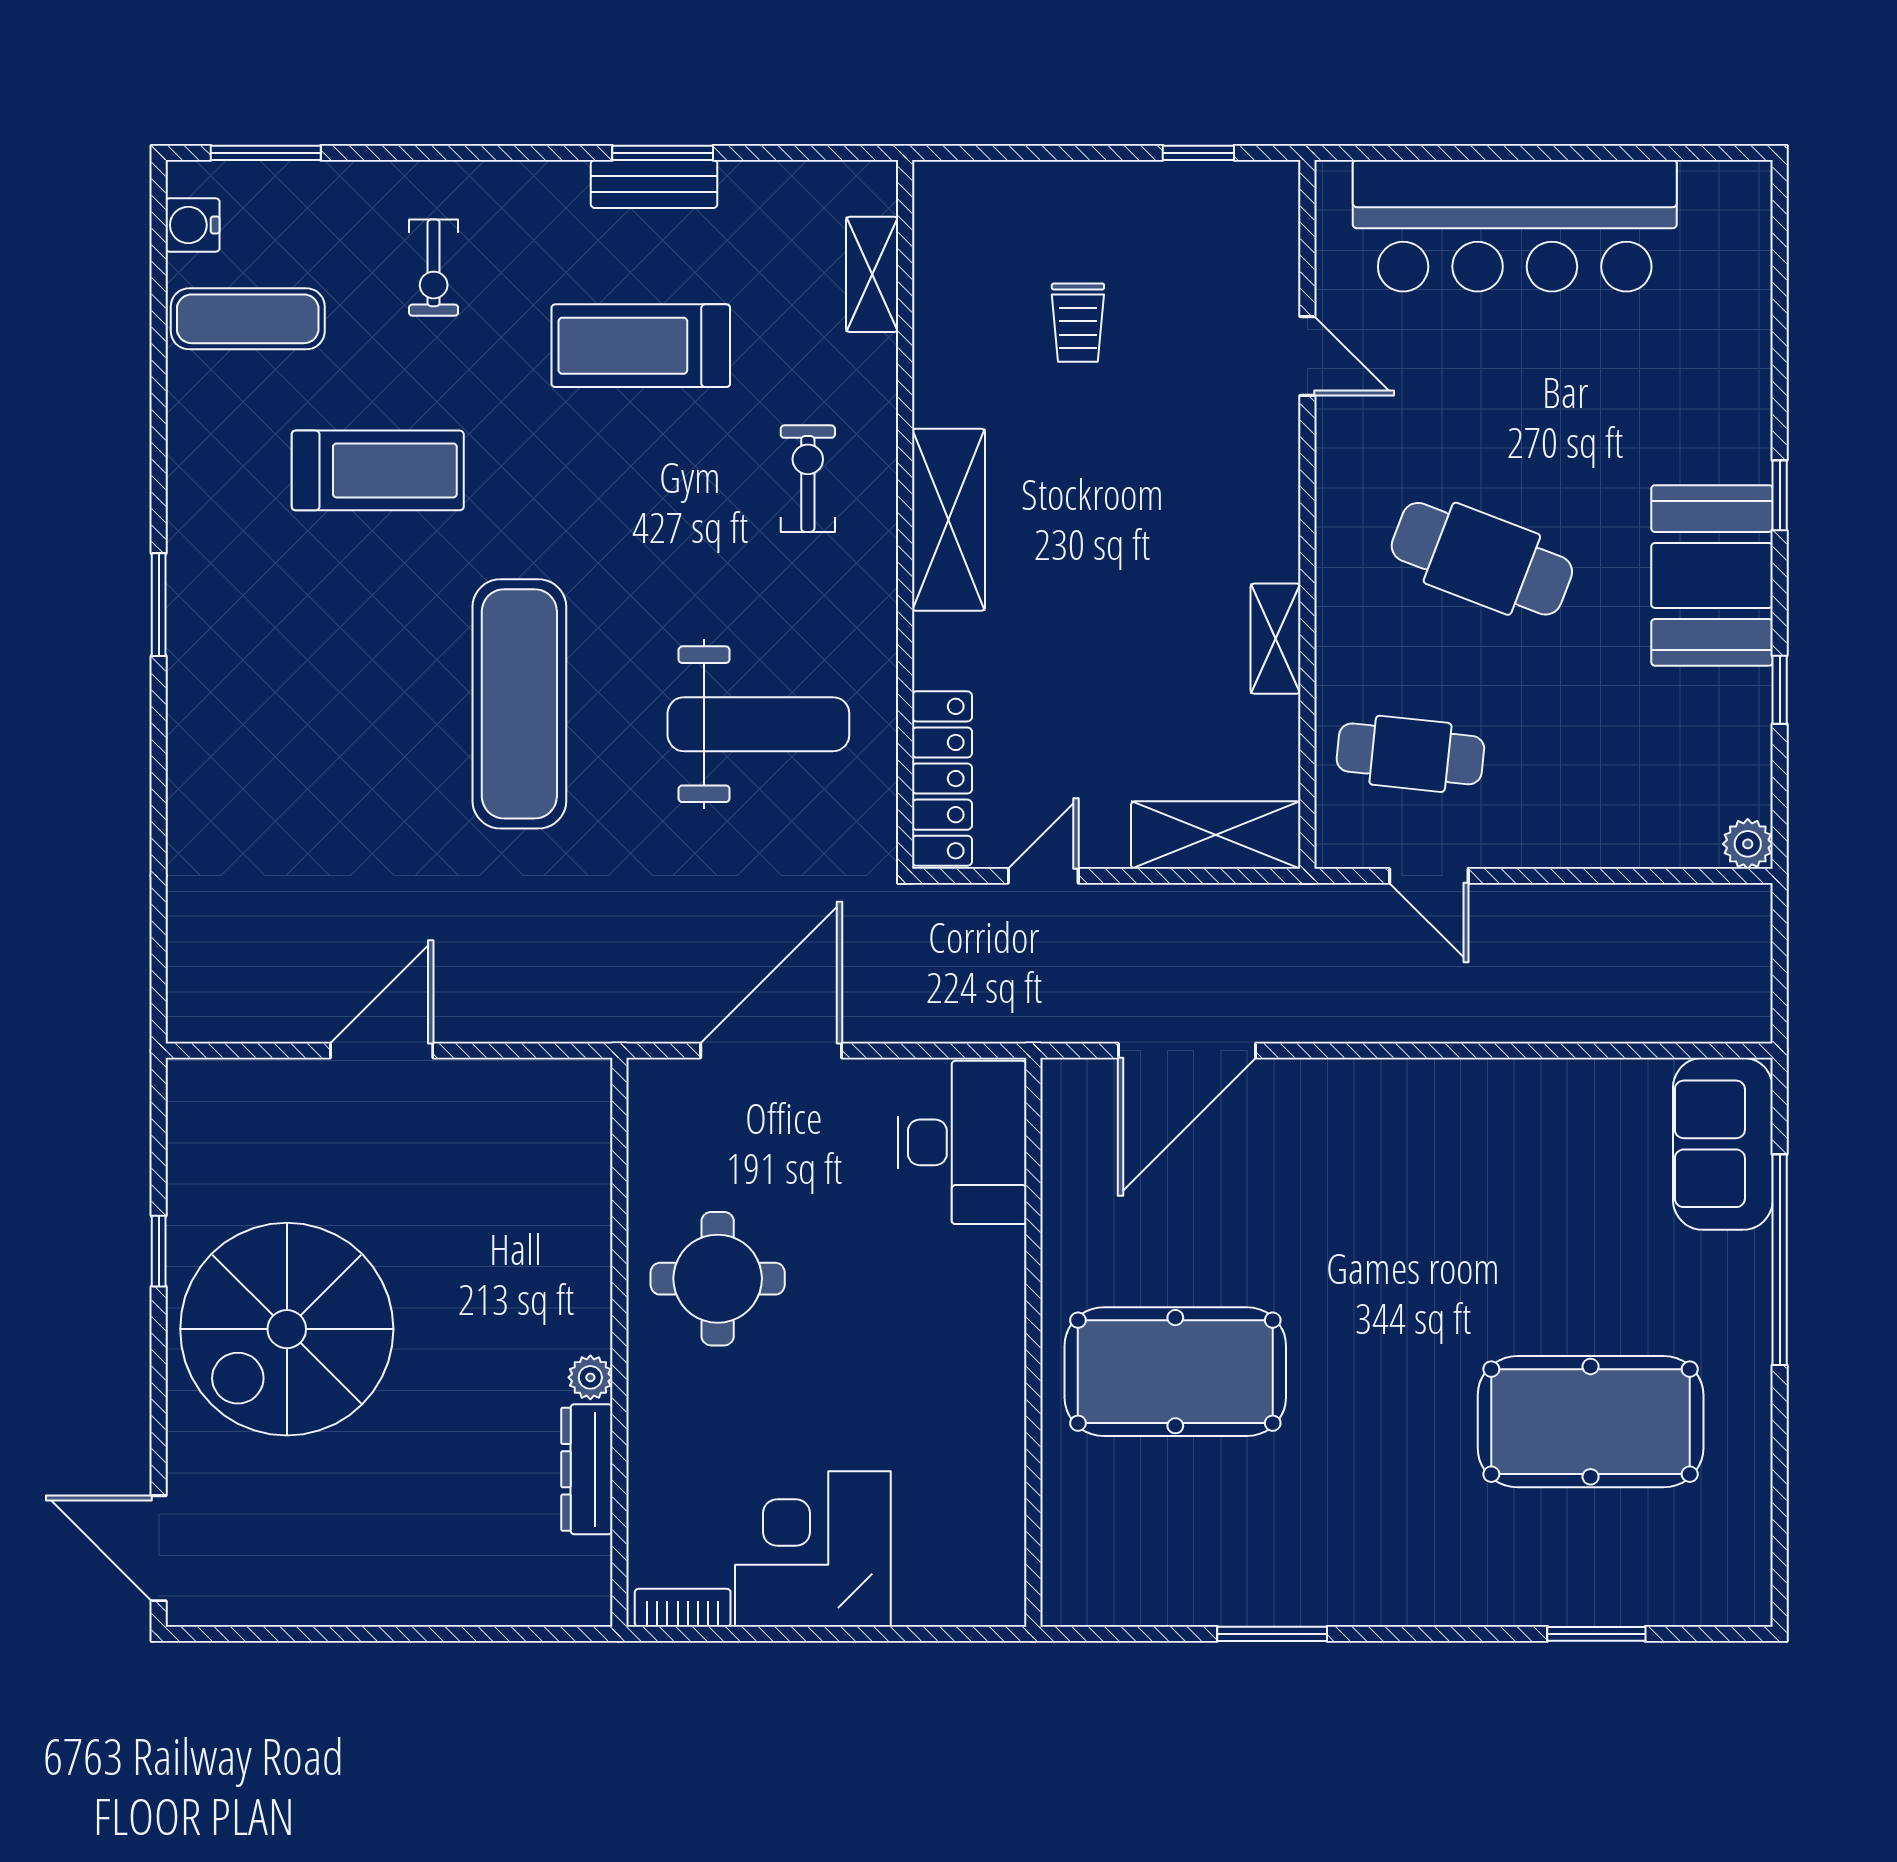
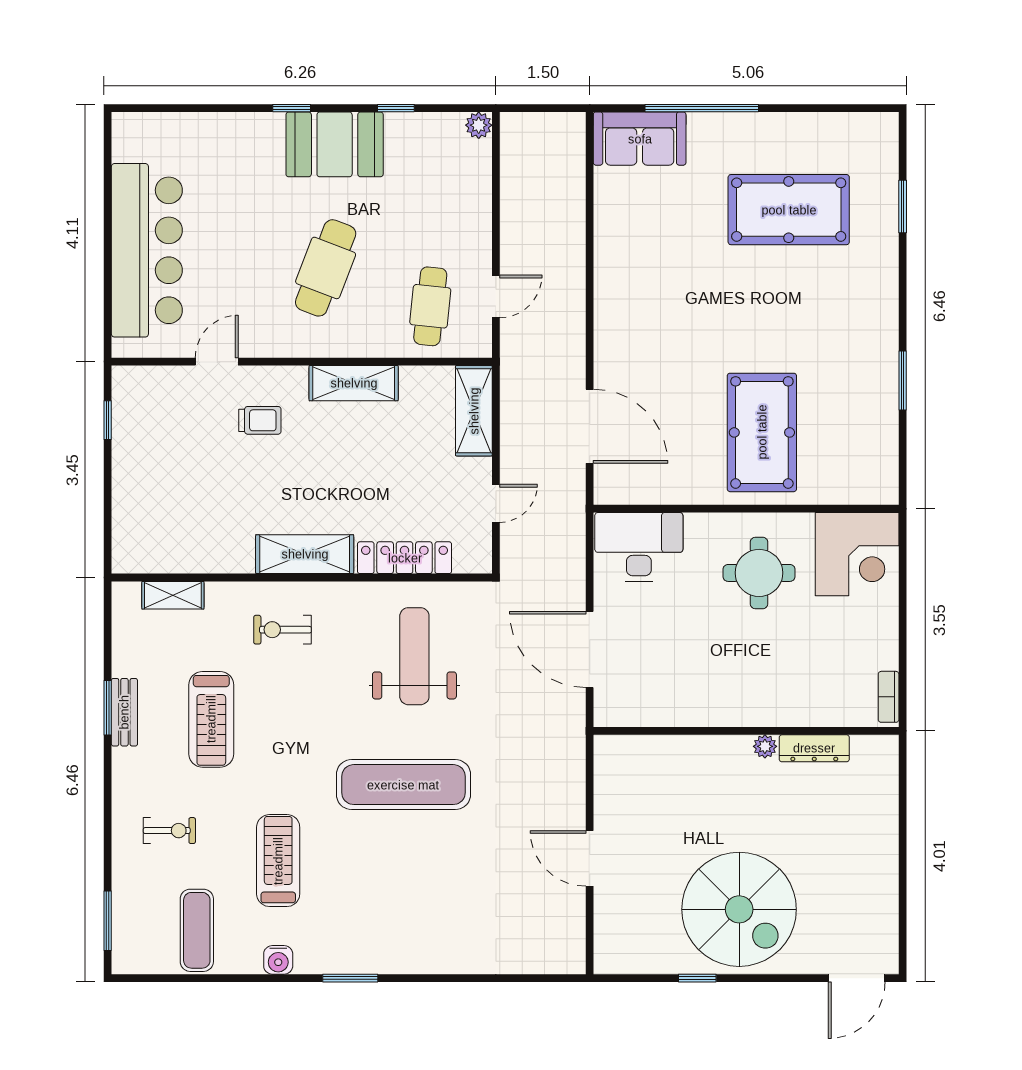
water cooler: (193, 225) -> (278, 960), moved
trolley: (1078, 323) -> (260, 420), moved
shelving: (1276, 639) -> (354, 383), width x1.50, depth x1.33
locker: (942, 779) -> (405, 558), moved
door: (1043, 876) -> (496, 503), swing flipped
round table: (718, 1279) -> (759, 573), moved
pool table: (1591, 1422) -> (789, 210), turned 90
corner desk: (813, 1549) -> (857, 554), moved, turned -90

